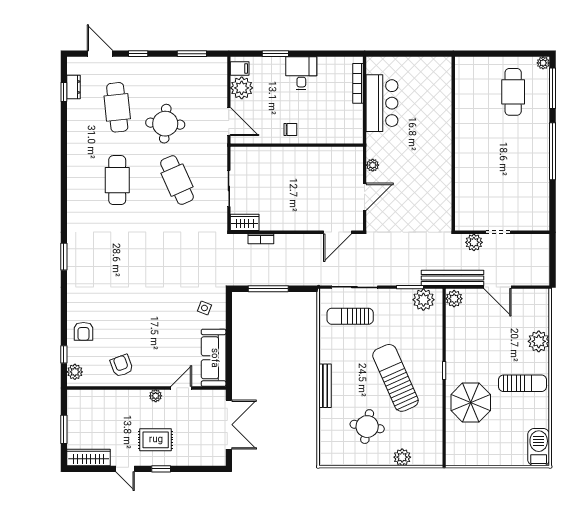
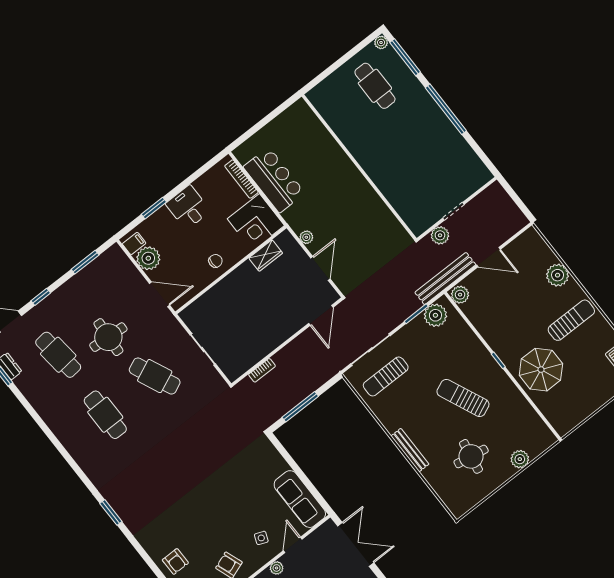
corner desk: (344, 124) -> (256, 222), added
wardrobe: (245, 222) -> (266, 256), moved, turned 180
side table: (204, 308) -> (261, 538), moved
sun lounger: (395, 378) -> (463, 398), width x0.73, depth x0.75

